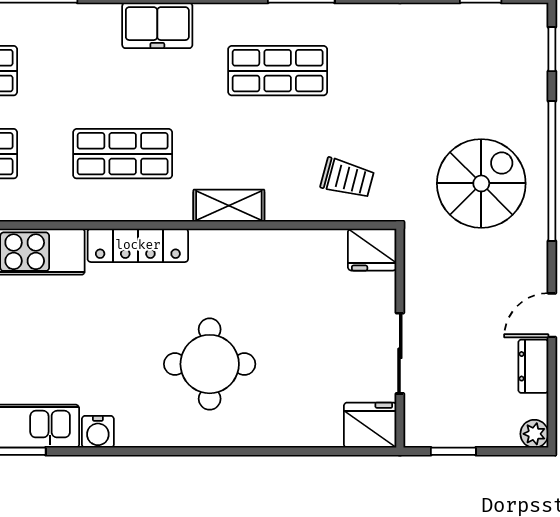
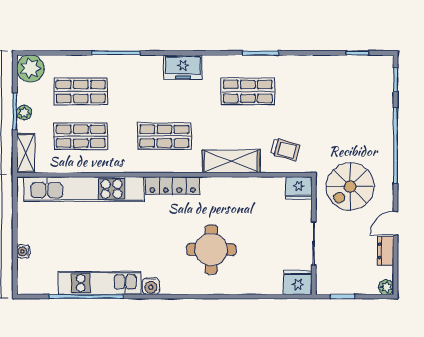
spiral stairs: (481, 183) -> (350, 186), moved, turned 180
shelving: (229, 206) -> (231, 161), width x1.50, depth x1.33

